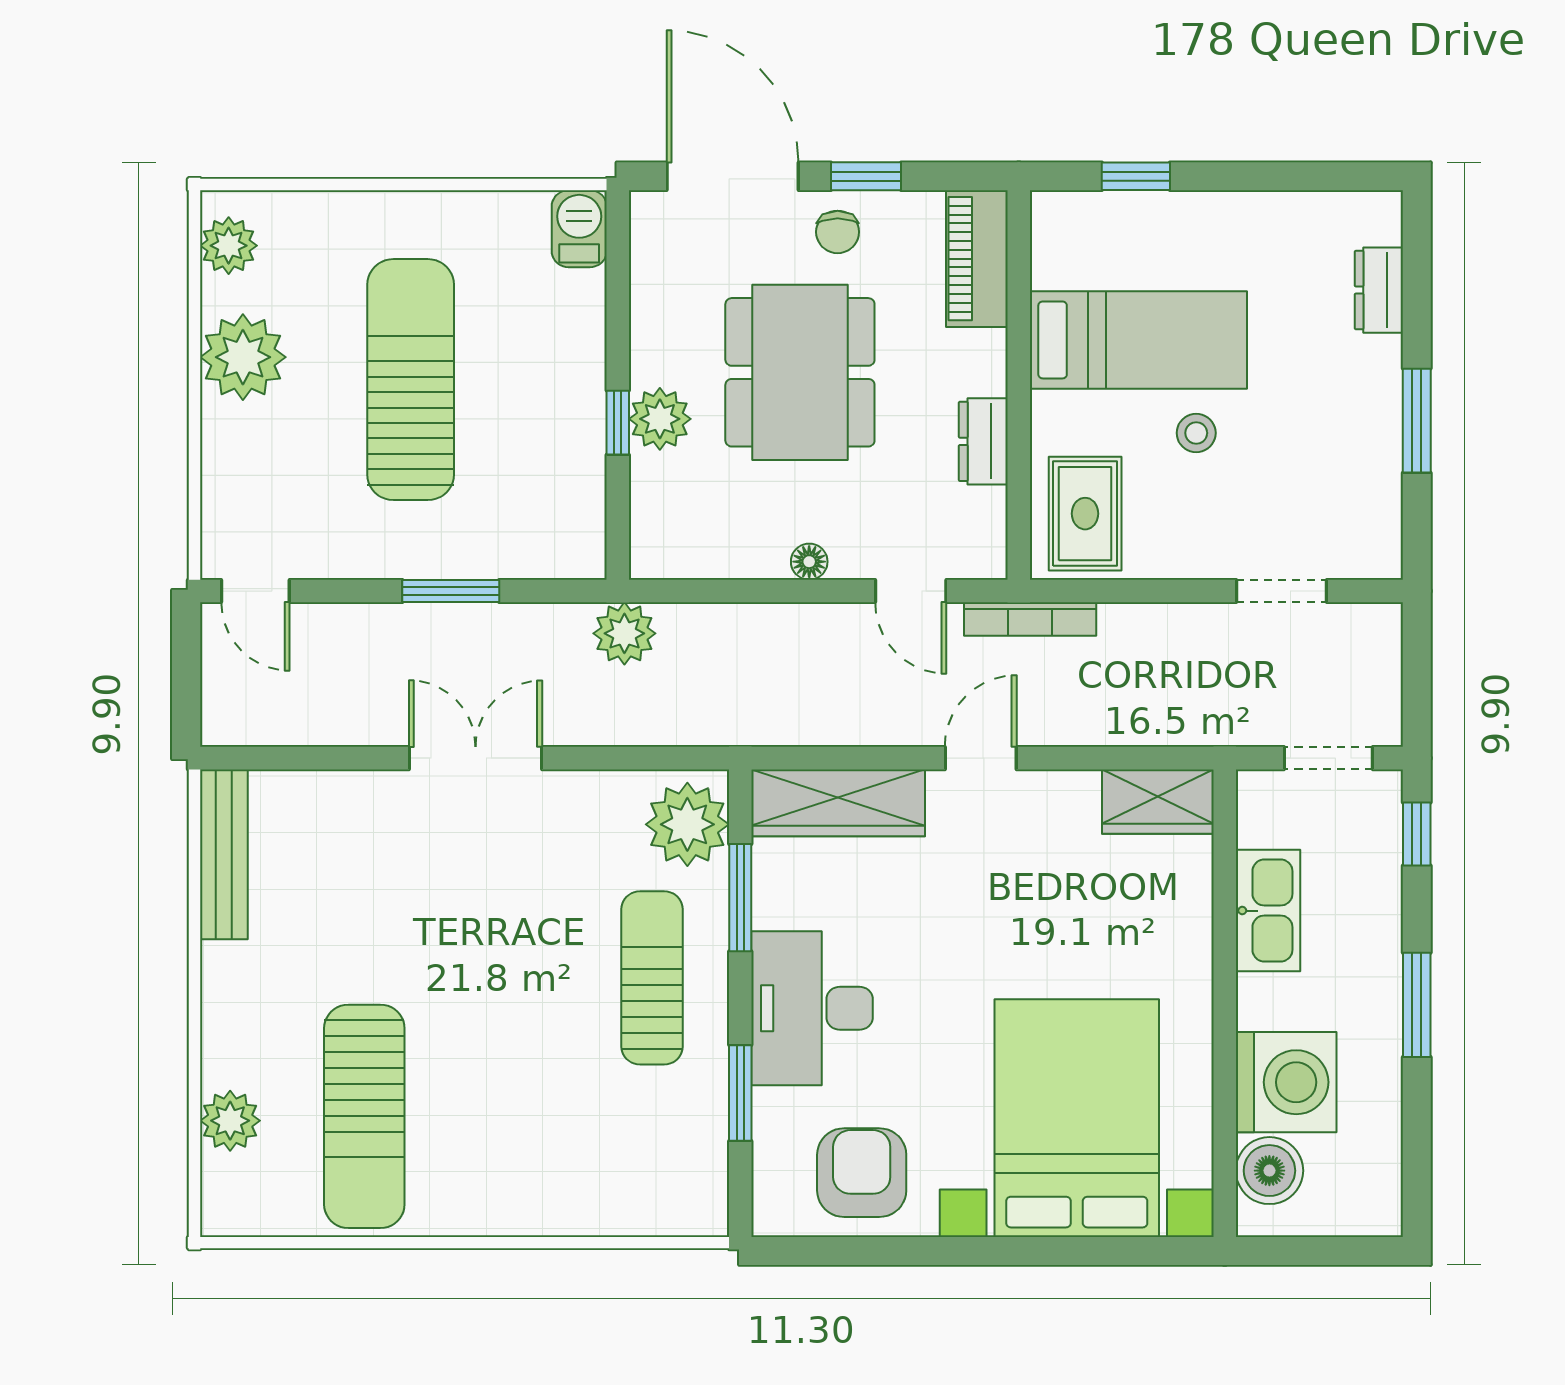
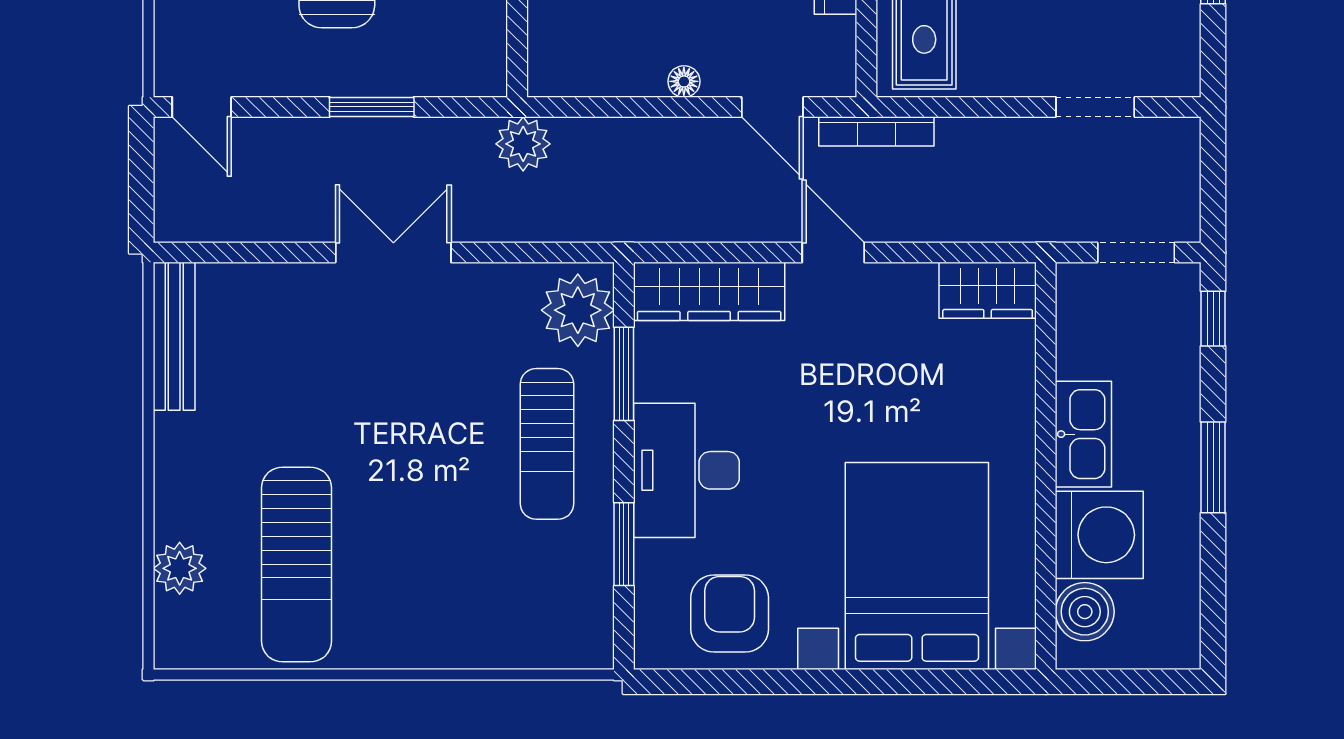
door: (981, 758) -> (833, 252), hinge flipped
kitchen sink: (1268, 911) -> (1083, 434), moved
sun lounger: (652, 978) -> (547, 444), turned 180

